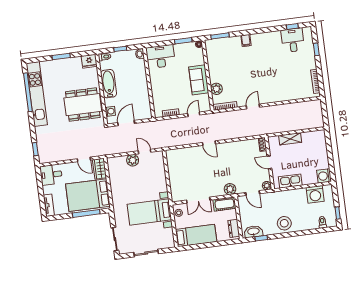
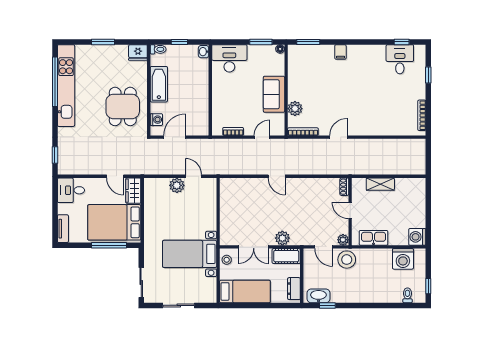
dining table: (83, 105) -> (123, 106), width x0.73
plant: (230, 189) -> (282, 238), moved
stool: (284, 223) -> (347, 260), moved

